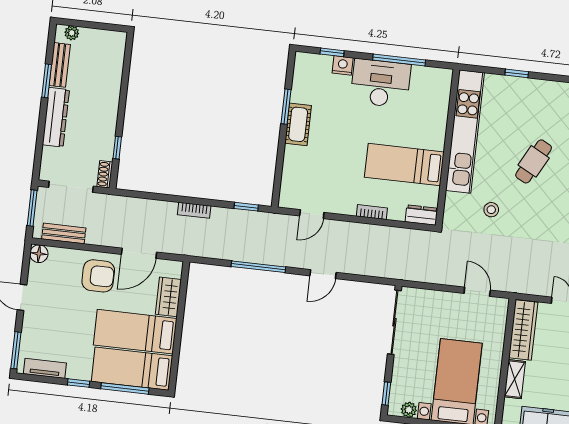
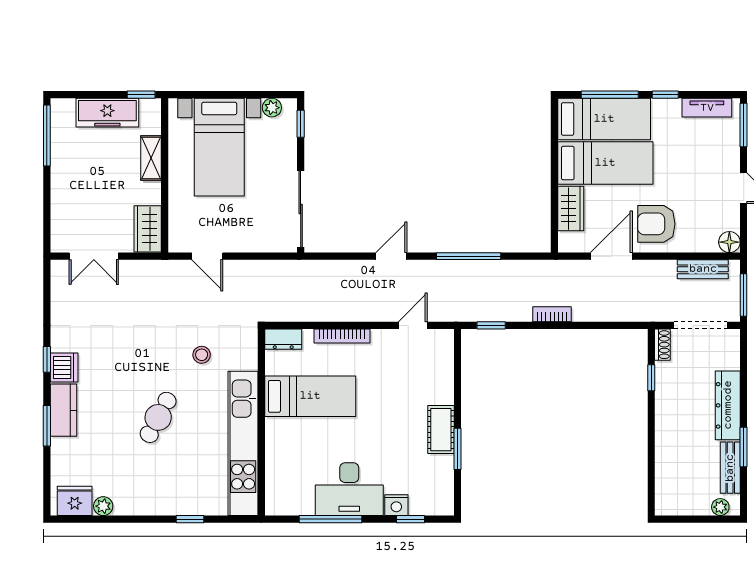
bookcase: (372, 212) -> (342, 336), width x1.56
wardrobe: (523, 330) -> (148, 229), width x0.67

